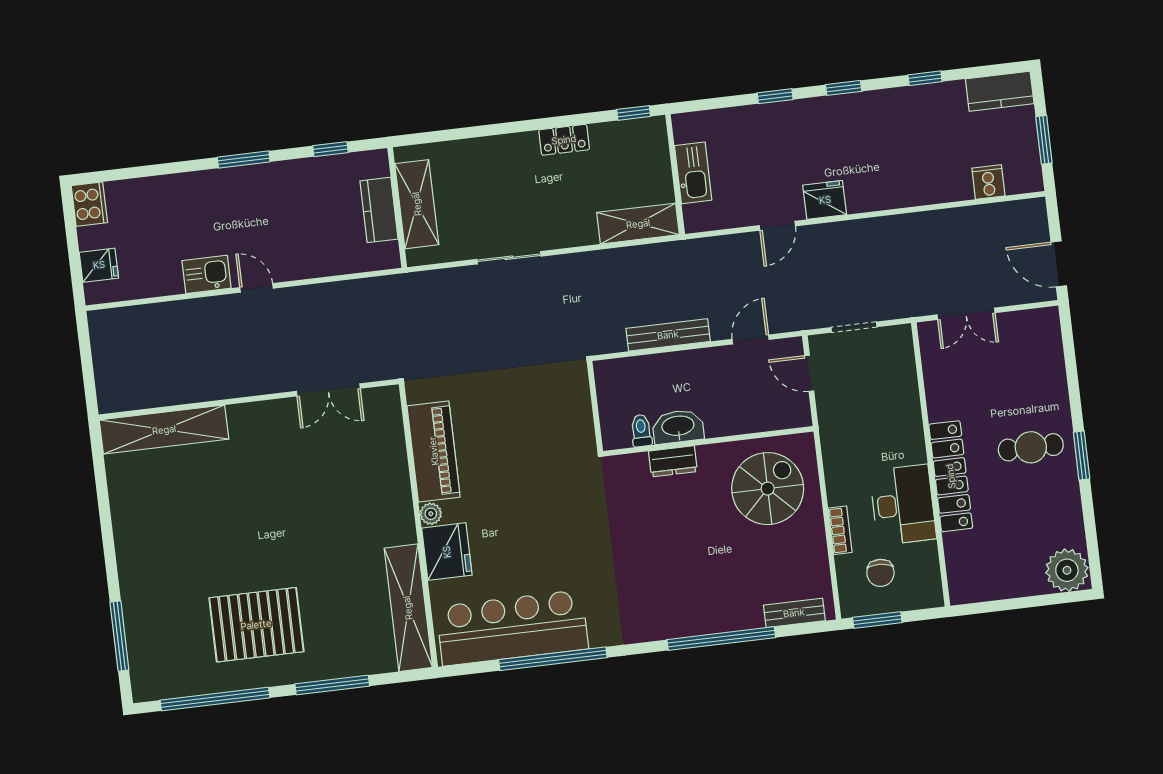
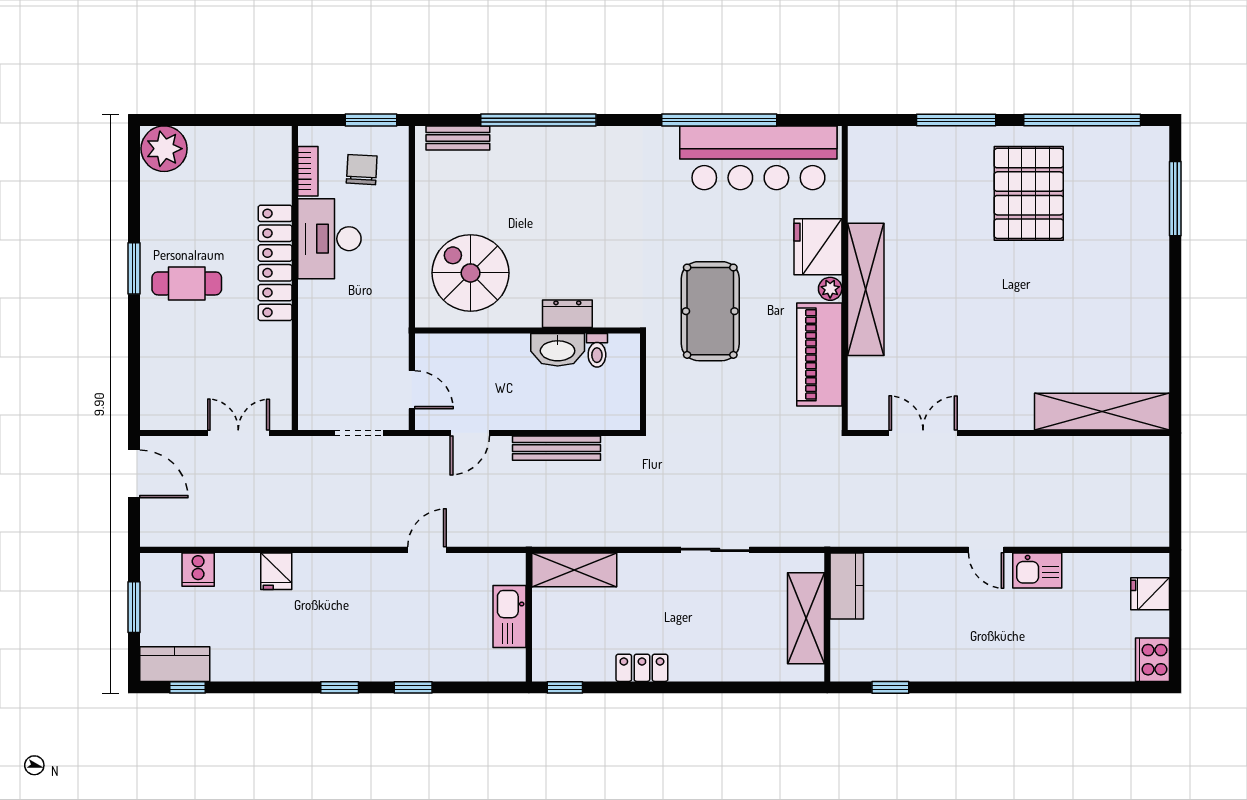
window: (925, 78) -> (187, 687), moved
window: (244, 160) -> (984, 687), removed
fridge: (825, 200) -> (276, 571), moved, width x0.72
kitchen counter: (379, 210) -> (847, 586), moved
pool table: (540, 480) -> (710, 311), added
spiral stairs: (768, 489) -> (471, 273), turned 90
bookcase: (840, 530) -> (308, 171), moved, turned 180
shelving: (408, 608) -> (866, 289), moved
pallet: (256, 625) -> (1029, 193), turned 90

